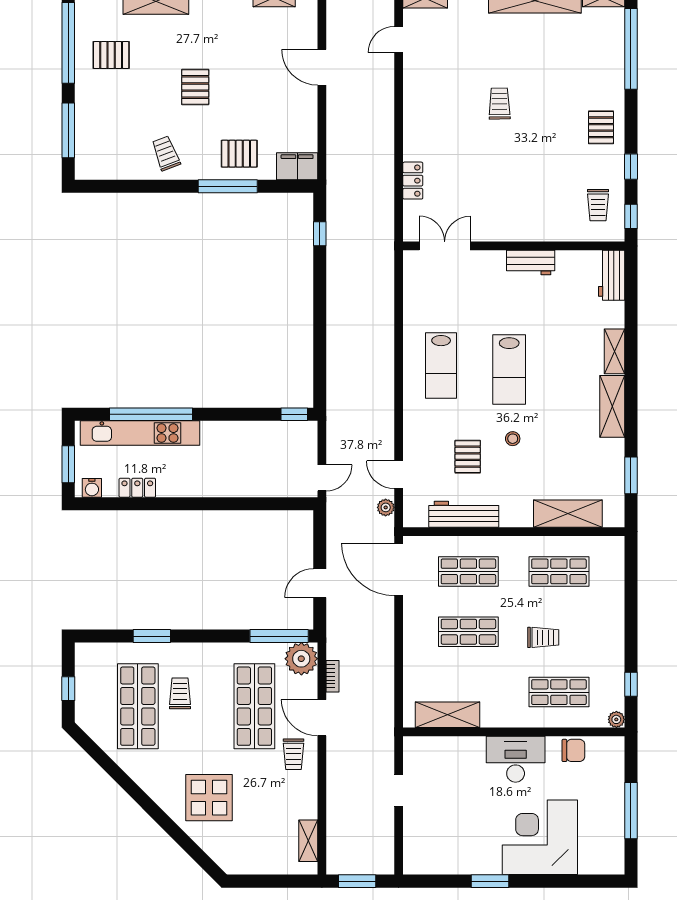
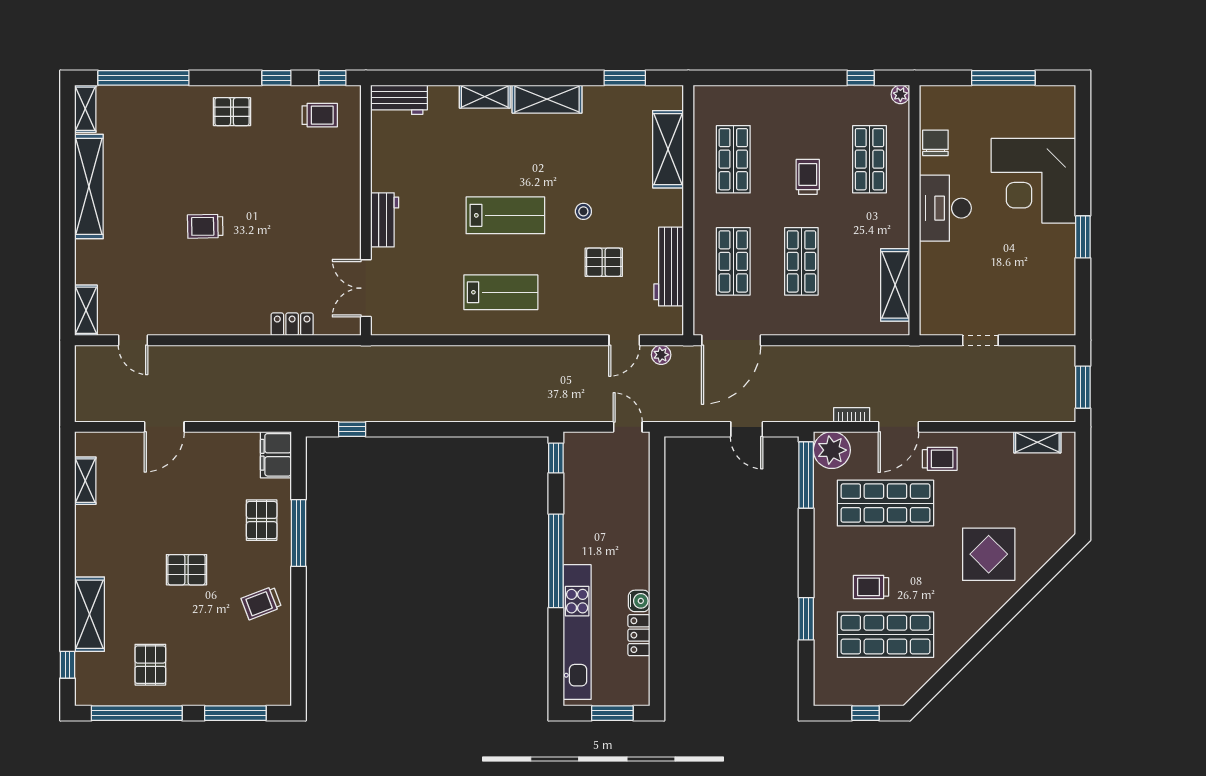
workbench: (531, 263) -> (385, 220), moved
window: (151, 414) -> (556, 561), moved
water cooler: (92, 488) -> (639, 601), moved

